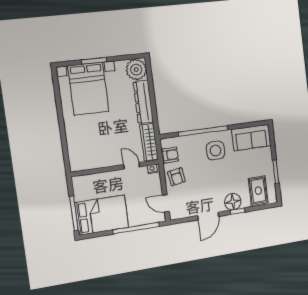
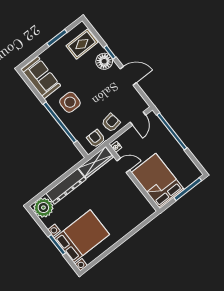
door: (132, 166) -> (123, 165), swing flipped
bed: (102, 215) -> (158, 181), moved

